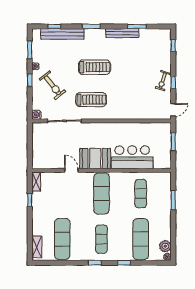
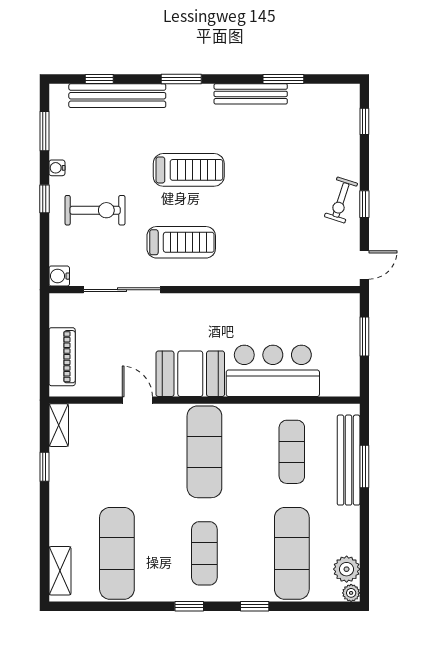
exercise bike: (52, 85) -> (95, 210), turned -52
piano: (38, 151) -> (62, 357), added
bench: (166, 197) -> (349, 460), added

